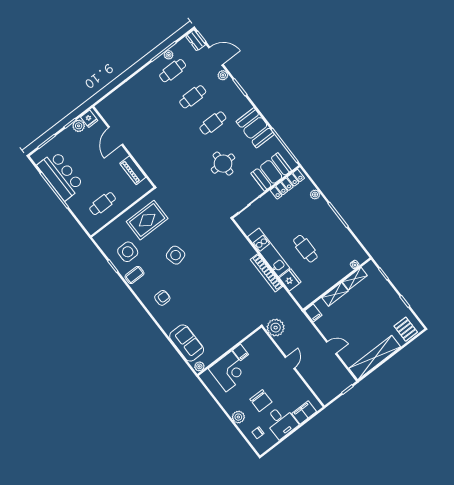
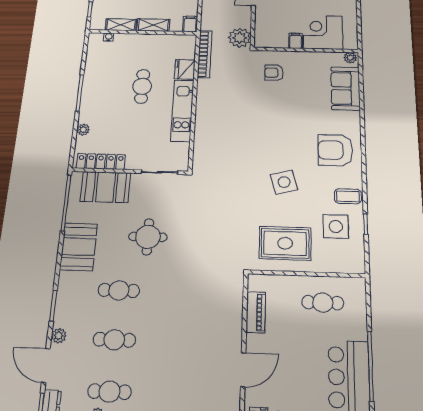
bookcase: (266, 273) -> (205, 54), moved
armchair: (162, 298) -> (335, 150), width x1.88, depth x1.88
armchair: (236, 320) -> (274, 73), added

